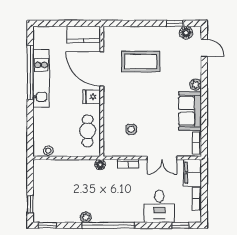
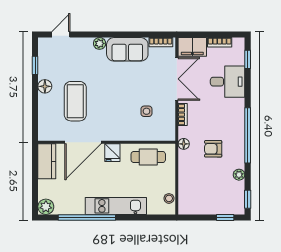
floor lamp: (186, 33) -> (45, 86), moved
plant: (40, 34) -> (46, 207), added
kitchen unit: (41, 78) -> (116, 206), moved
double door: (162, 158) -> (177, 79), width x1.37
armchair: (95, 193) -> (213, 149), added
plant: (86, 217) -> (239, 175), moved

